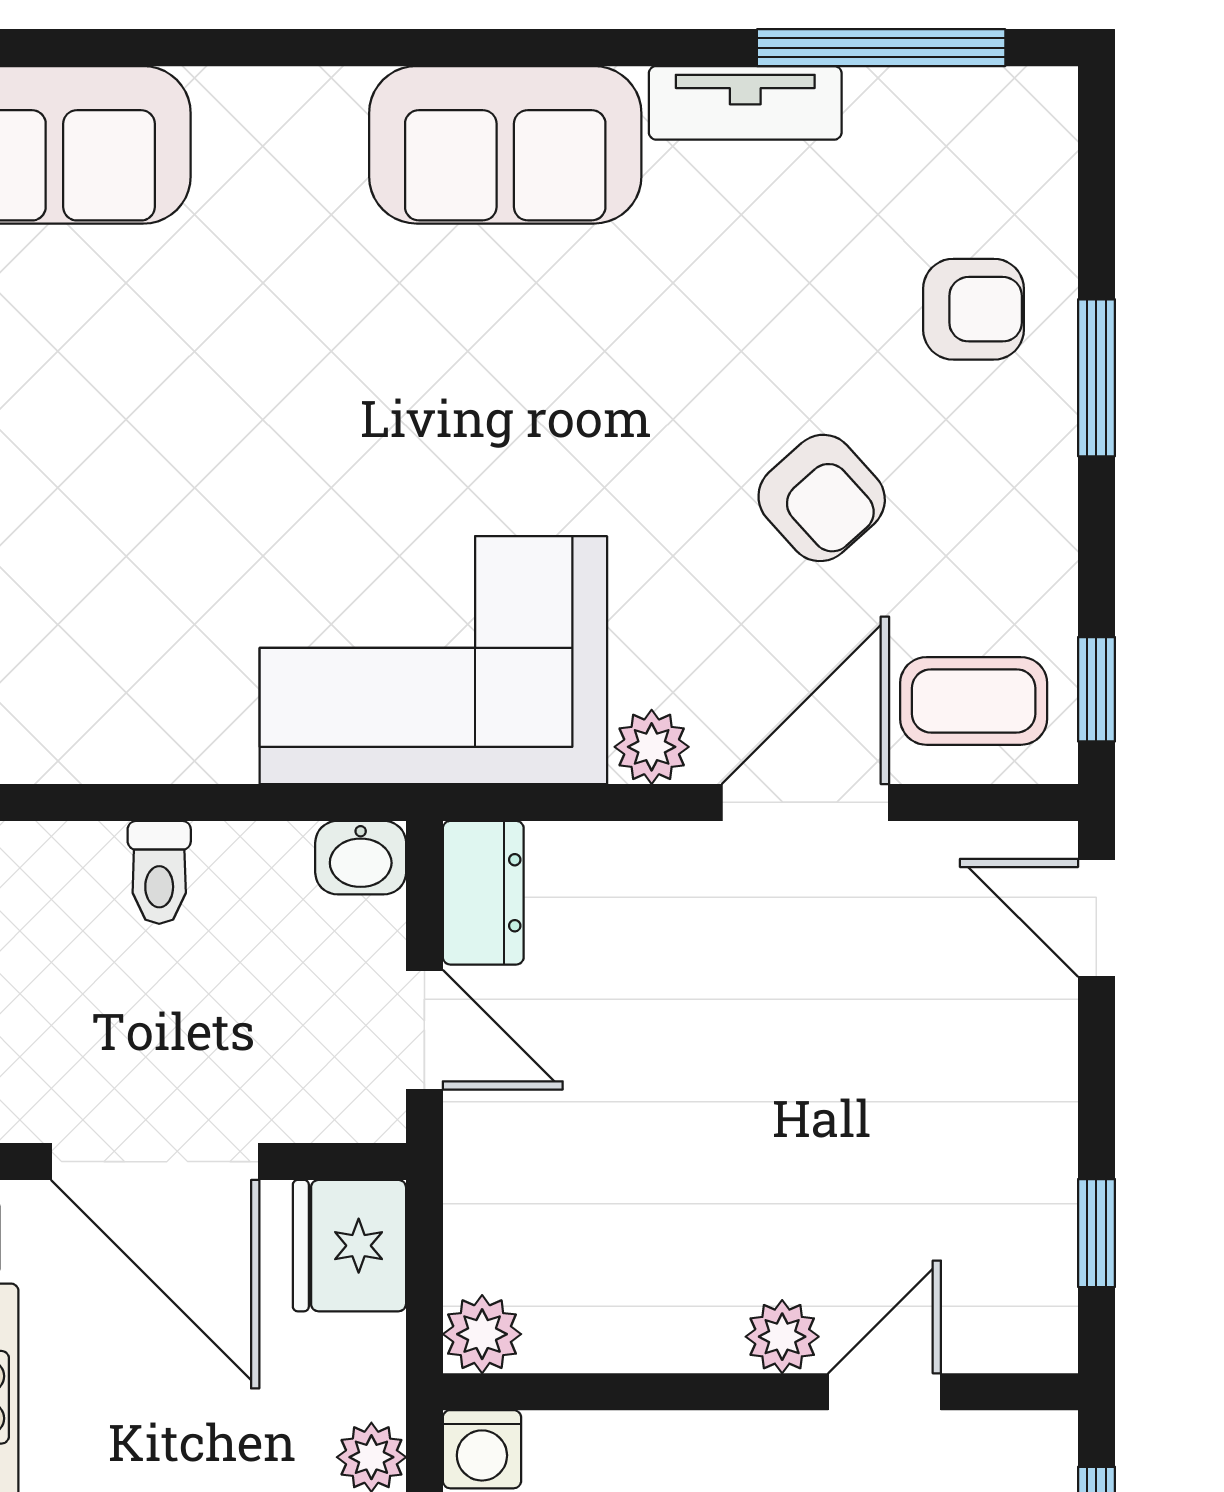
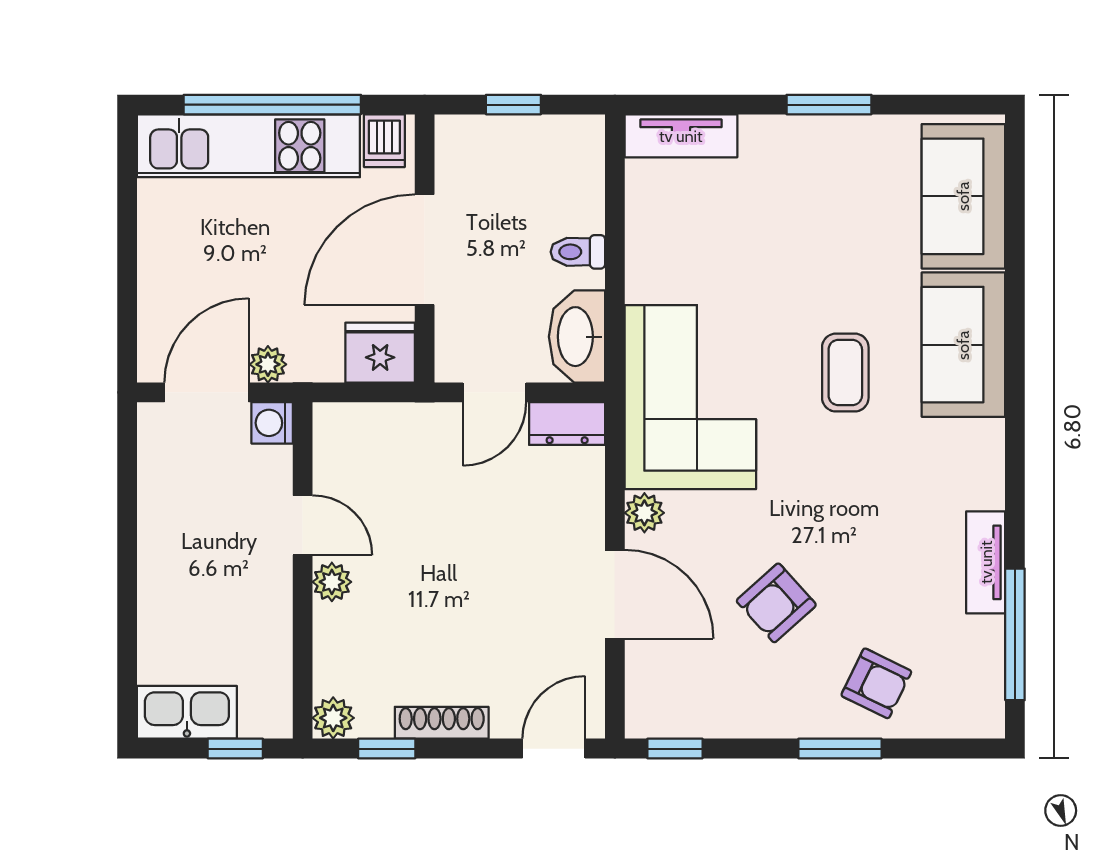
sofa: (505, 145) -> (963, 345), moved
armchair: (974, 309) -> (876, 683), turned -64
coffee table: (974, 701) -> (845, 373), moved
washbasin: (361, 858) -> (577, 337), width x1.91, depth x1.45
shoe rack: (1048, 1129) -> (442, 723), added
plant: (482, 1334) -> (333, 718), moved
door: (885, 1392) -> (303, 525), moved

